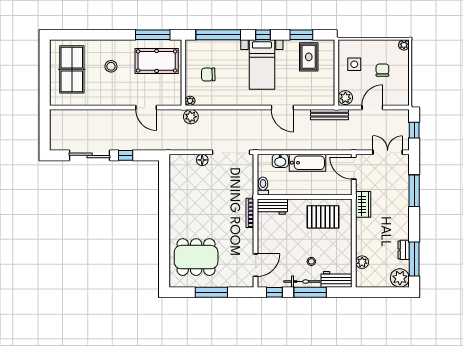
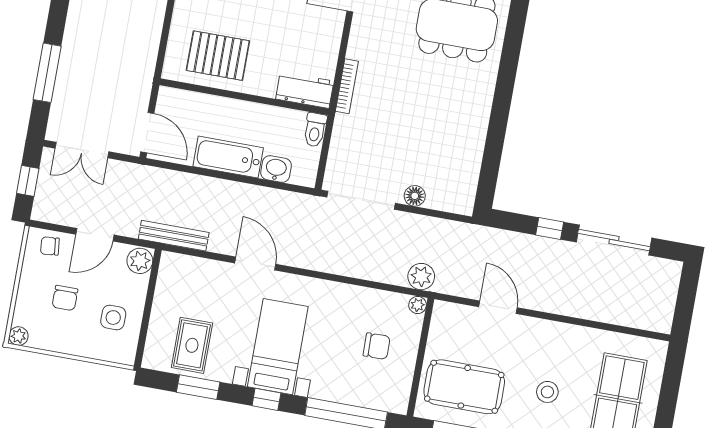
chair: (396, 97) -> (50, 246), added
wardrobe: (363, 204) -> (142, 65), removed

